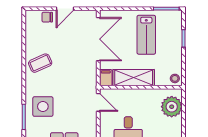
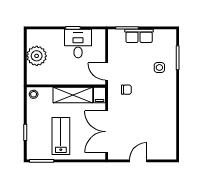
chair: (47, 17) -> (126, 90), moved
coffee table: (40, 63) -> (162, 109), removed
side table: (43, 107) -> (159, 67), width x0.54, depth x0.54
plant: (172, 107) -> (37, 56), moved

